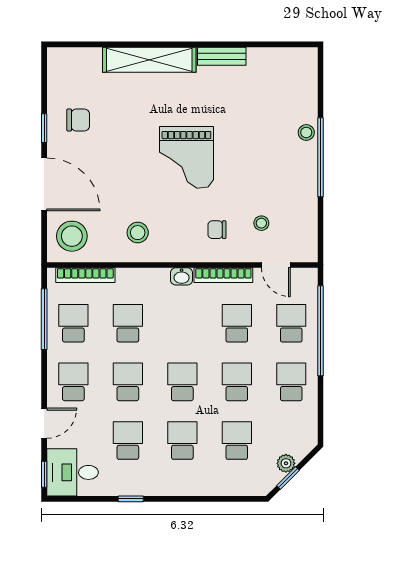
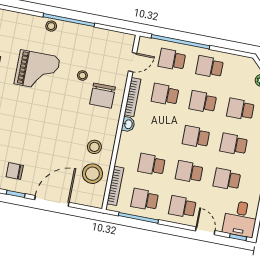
chair: (78, 120) -> (15, 171), turned -90
grand piano: (186, 157) -> (37, 70), moved
stool: (261, 223) -> (82, 75), moved
chair: (217, 230) -> (102, 96), width x1.87, depth x1.87
stool: (72, 236) -> (92, 174), moved

